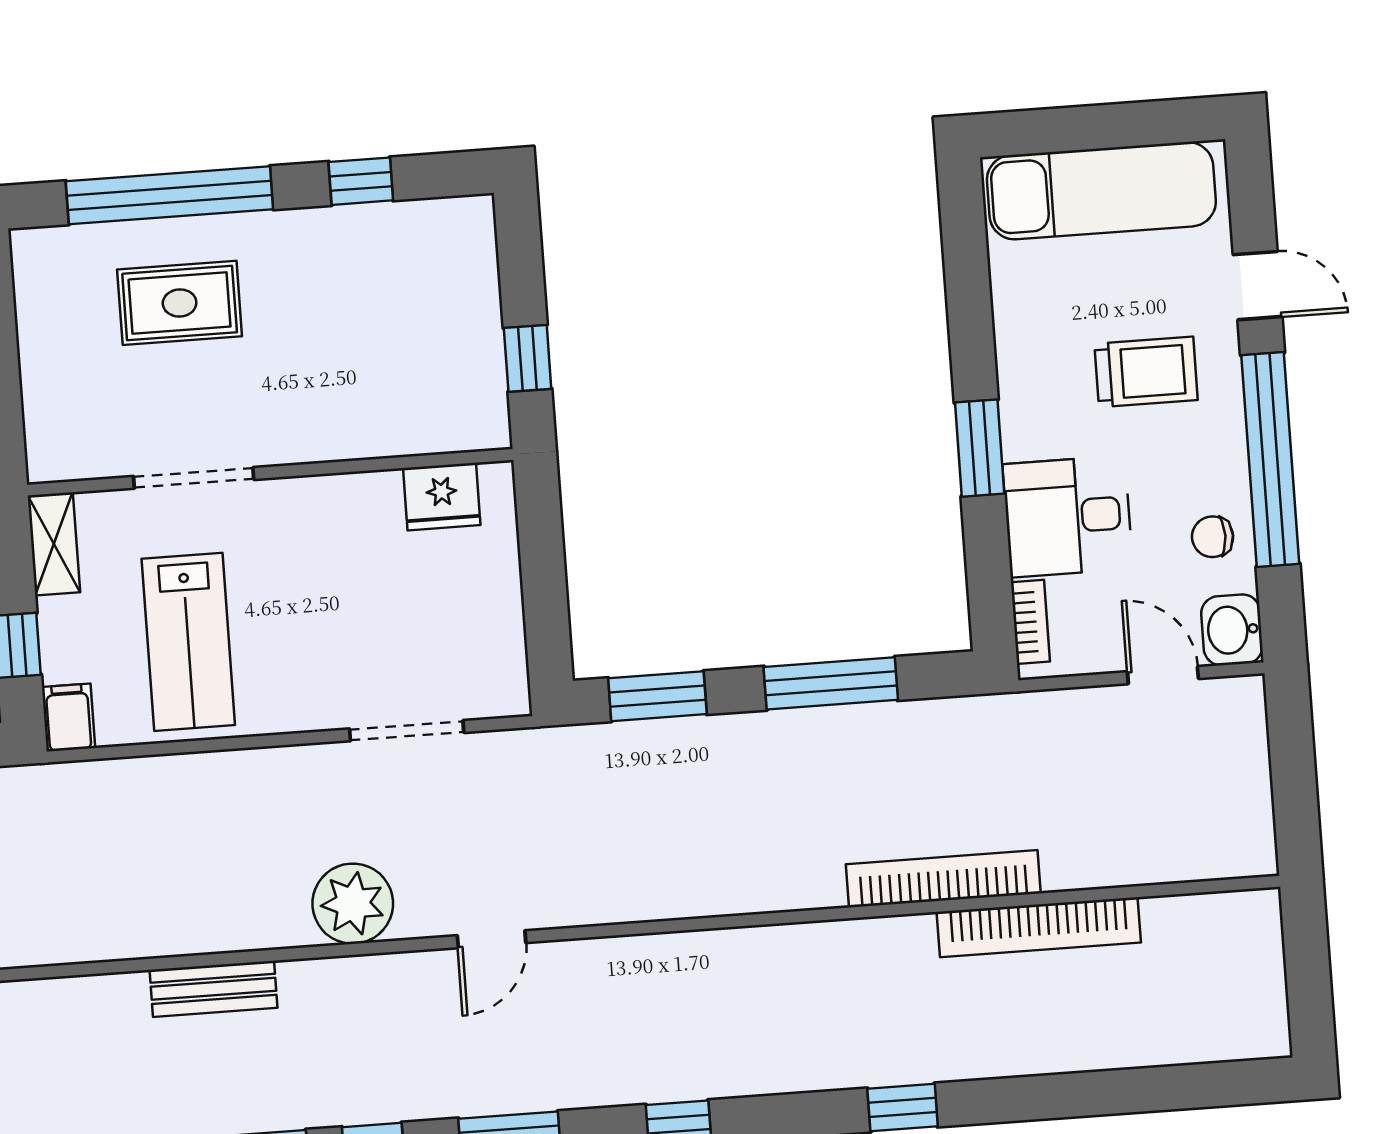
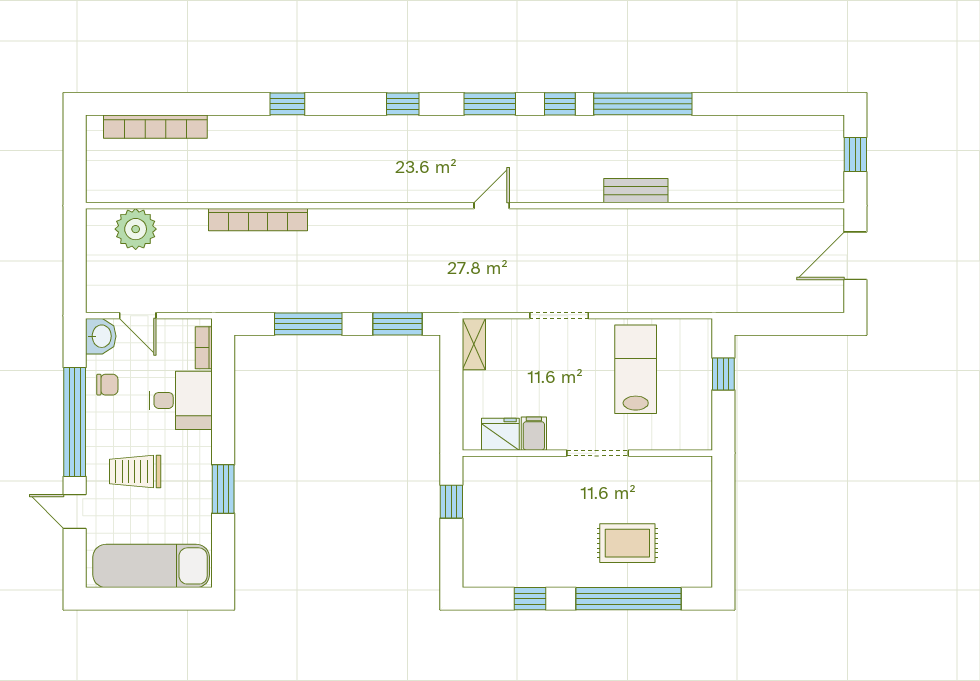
window: (980, 448) -> (223, 489), moved
doorway: (194, 478) -> (598, 453), moved
shelving: (54, 544) -> (474, 344), moved
filing cabinet: (68, 718) -> (534, 434), moved, turned 180
doorway: (407, 731) -> (559, 316), moved
plant: (353, 904) -> (136, 229), moved
bookcase: (1039, 927) -> (155, 127), moved, turned 180

